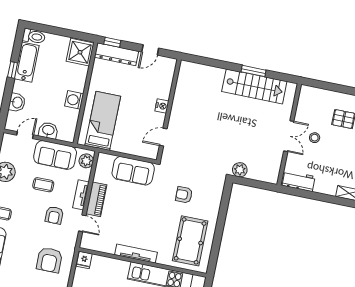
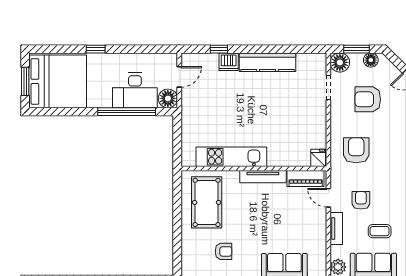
piano: (96, 199) -> (306, 178), moved, turned -90

